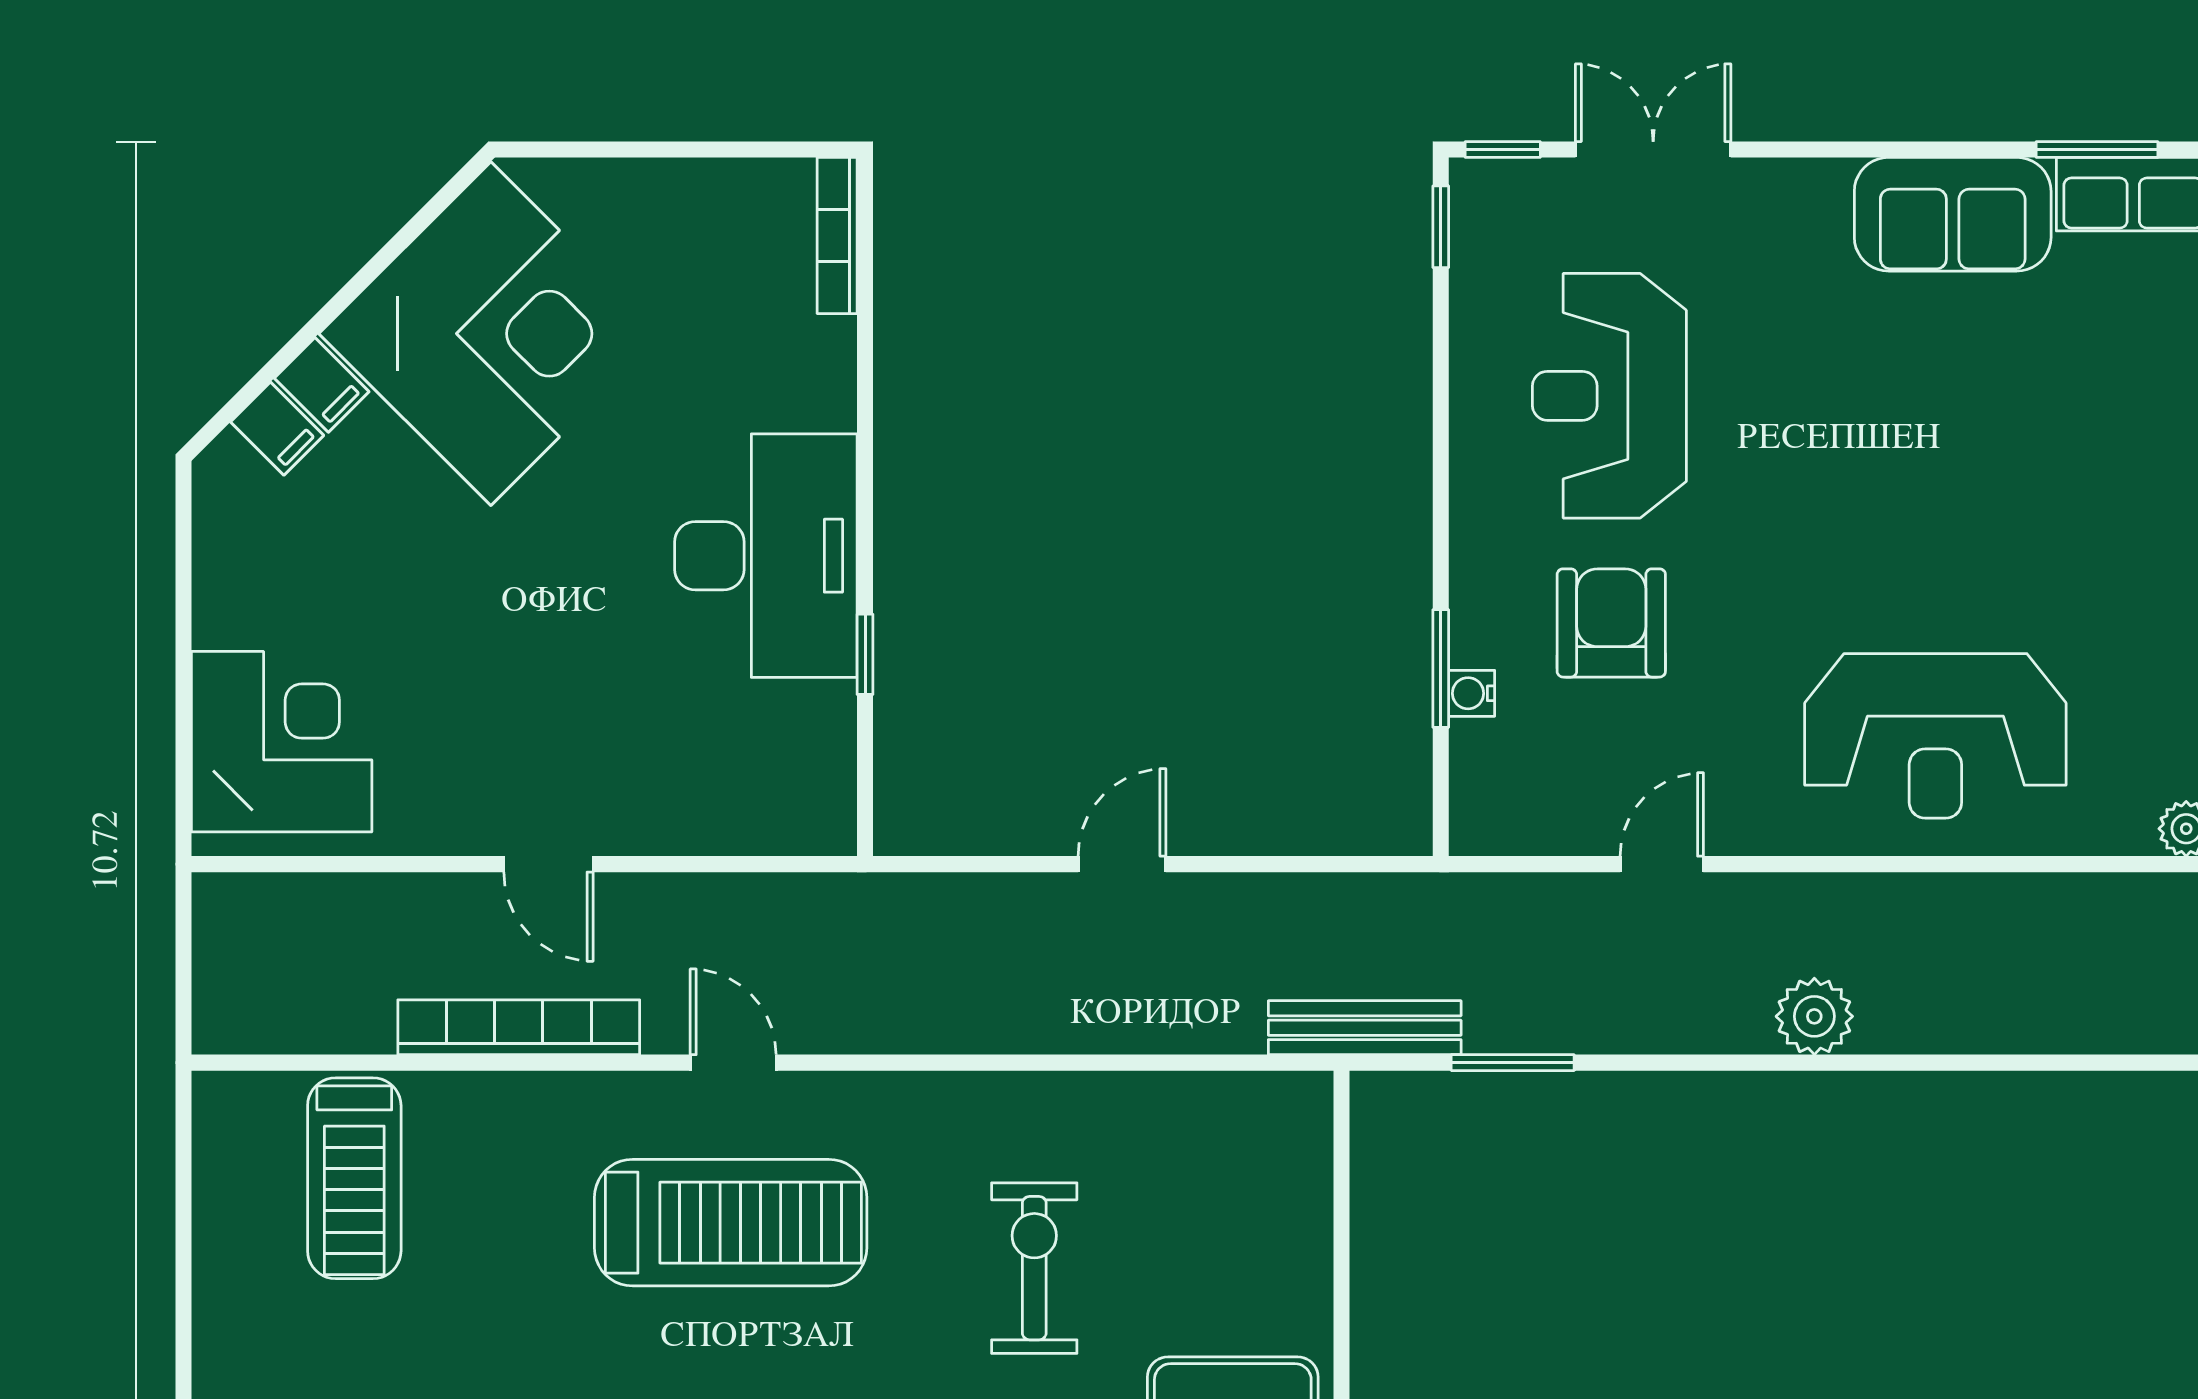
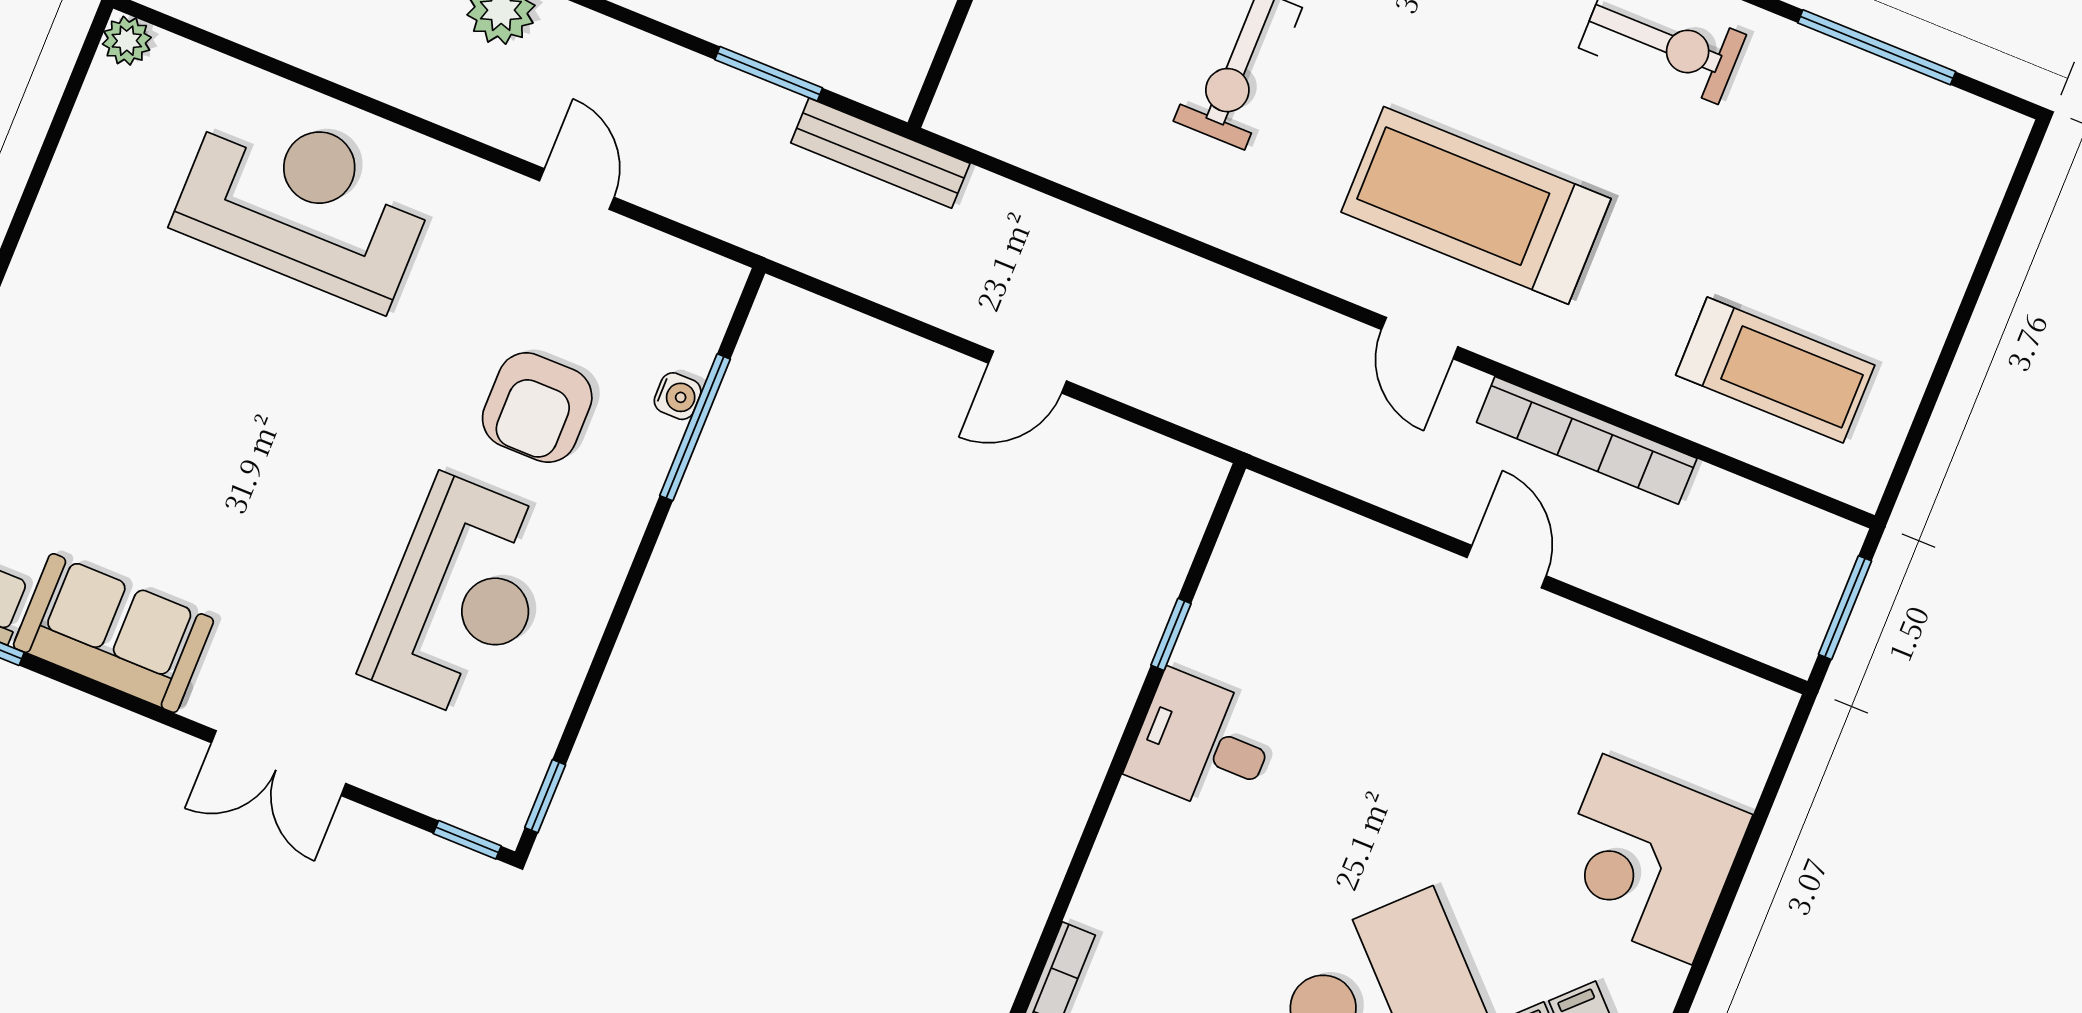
double door: (1653, 149) -> (279, 763), moved
desk: (766, 556) -> (1203, 743), width x0.53, depth x0.77
window: (1441, 668) -> (695, 427), width x1.44
corner desk: (282, 742) -> (1647, 859), moved
door: (1662, 864) -> (577, 189), swing flipped
window: (183, 963) -> (1845, 608), added
treadmill: (354, 1178) -> (1775, 370), turned 90

